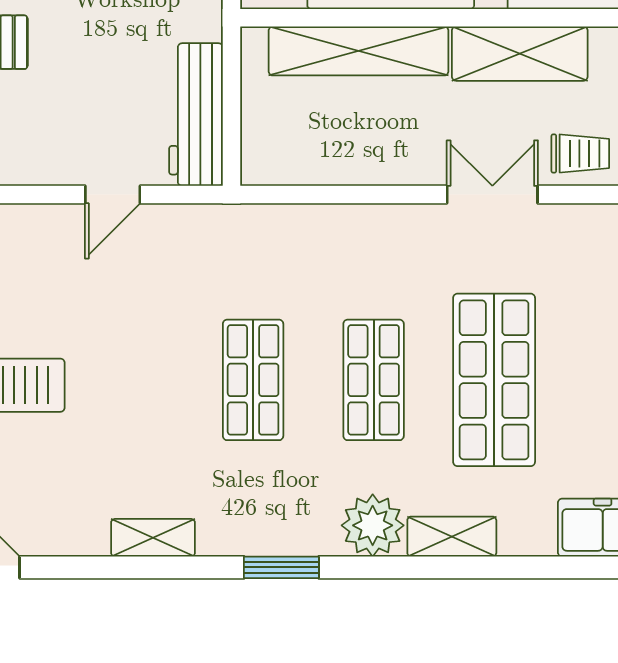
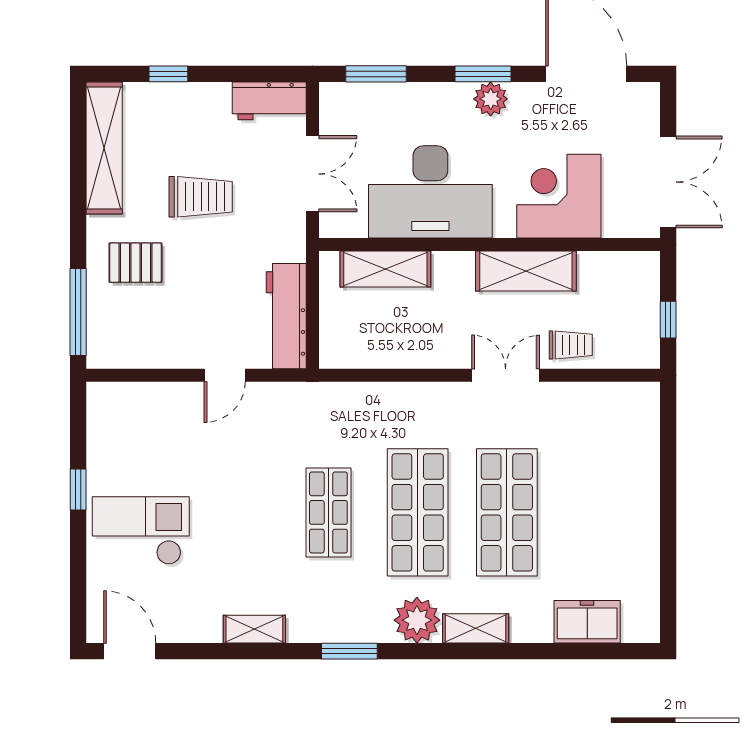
shelving: (359, 51) -> (385, 269), width x0.68
shop shelf: (374, 380) -> (418, 512), width x1.43, depth x1.36

